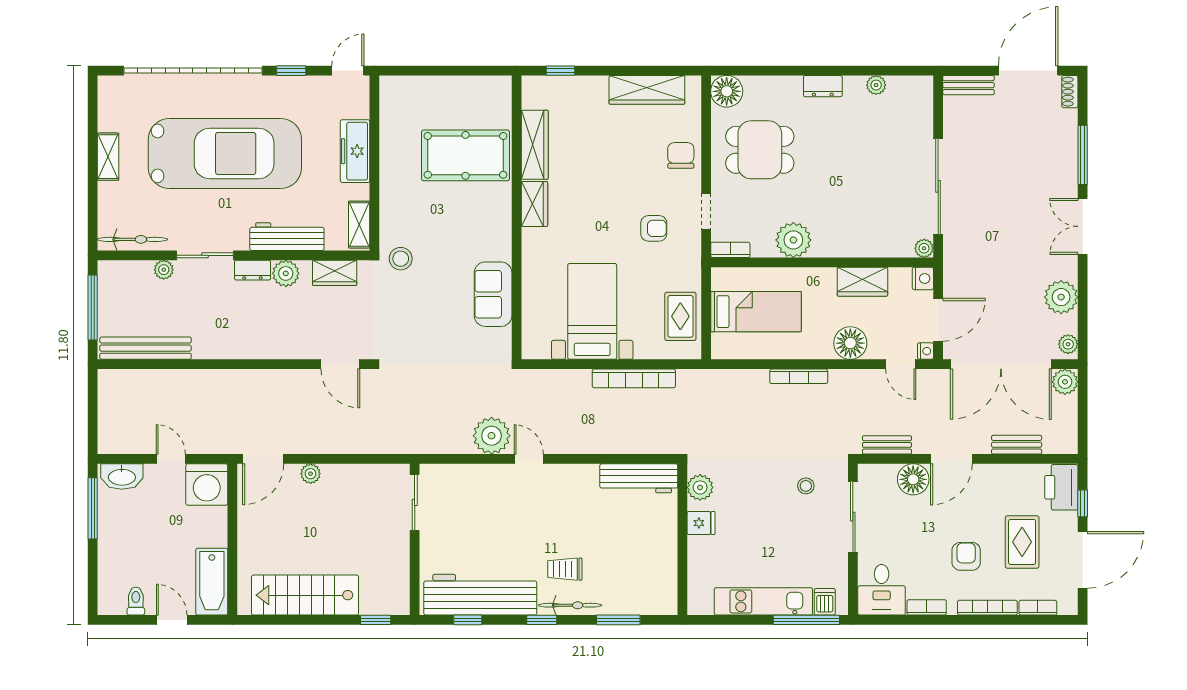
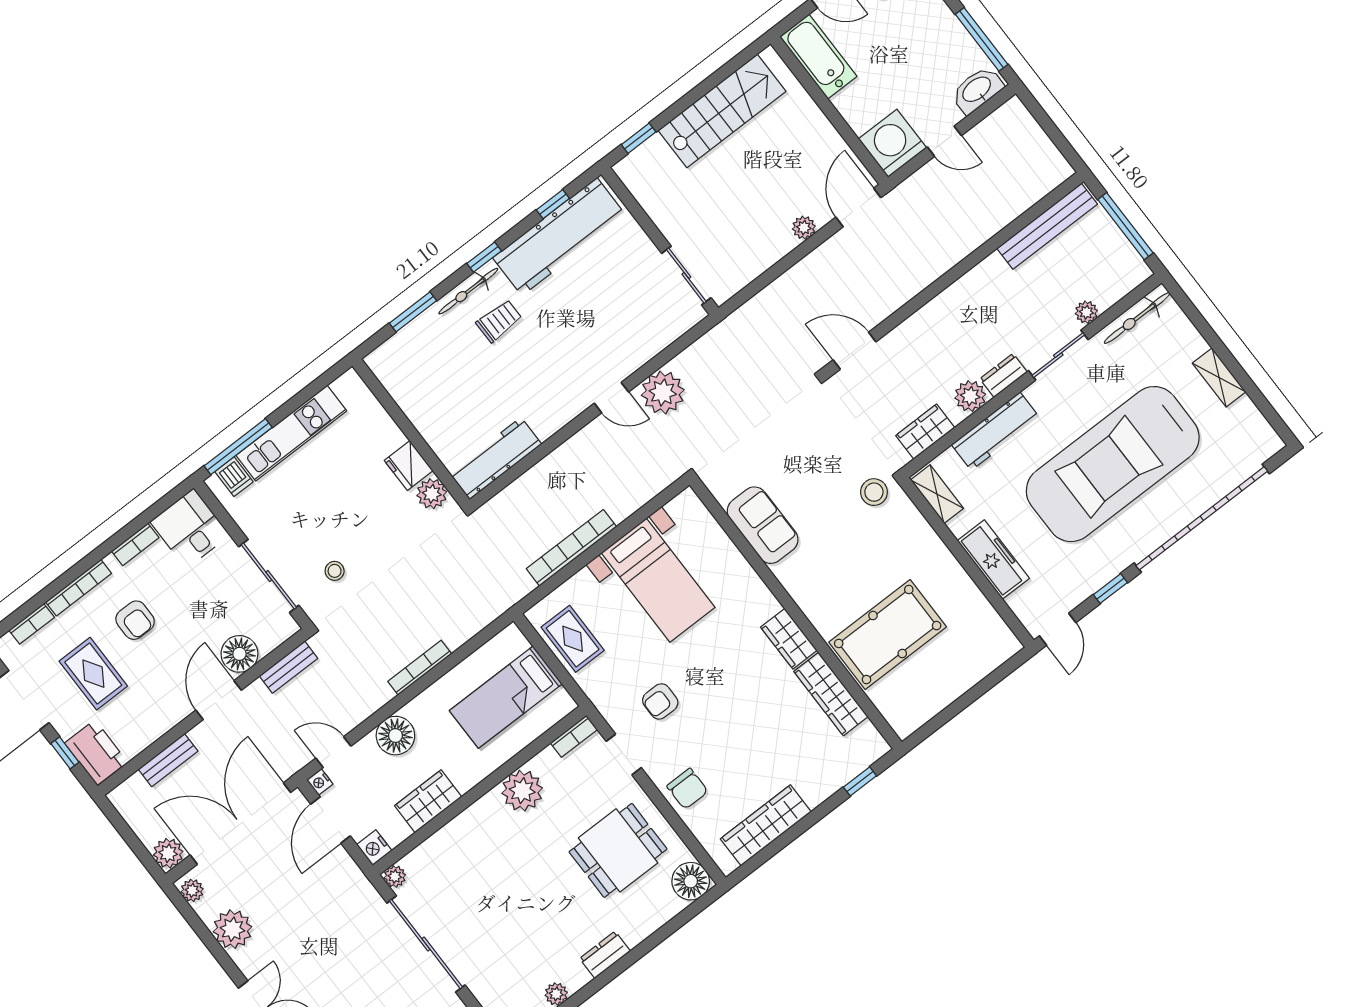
fridge: (701, 523) -> (409, 466), width x1.38

